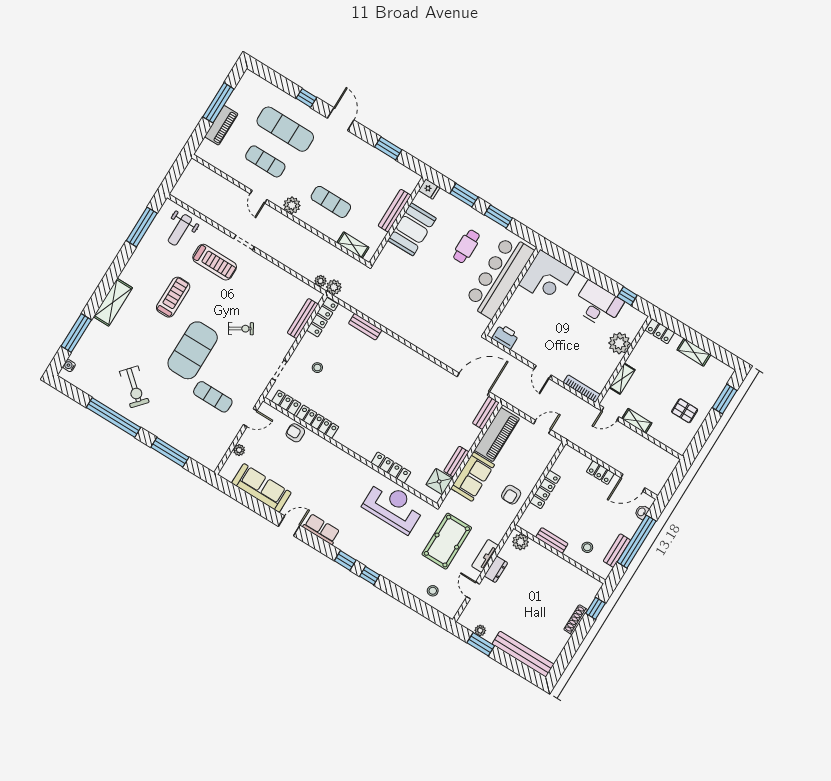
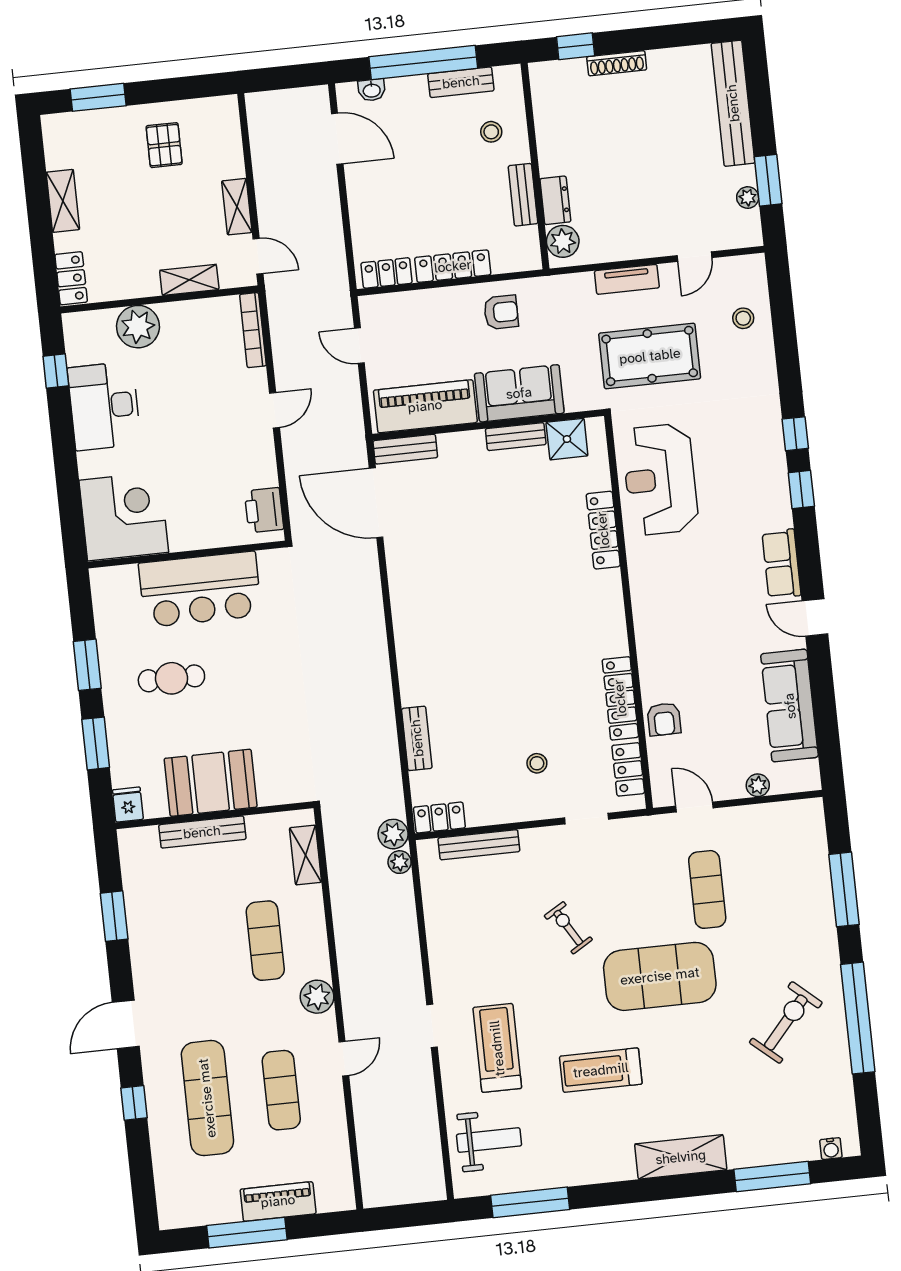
bar counter: (499, 277) -> (200, 589), width x0.73
locker: (322, 317) -> (439, 818), width x0.66
locker: (600, 473) -> (387, 273), moved, turned -90
dresser: (496, 569) -> (555, 200), moved, turned 90

